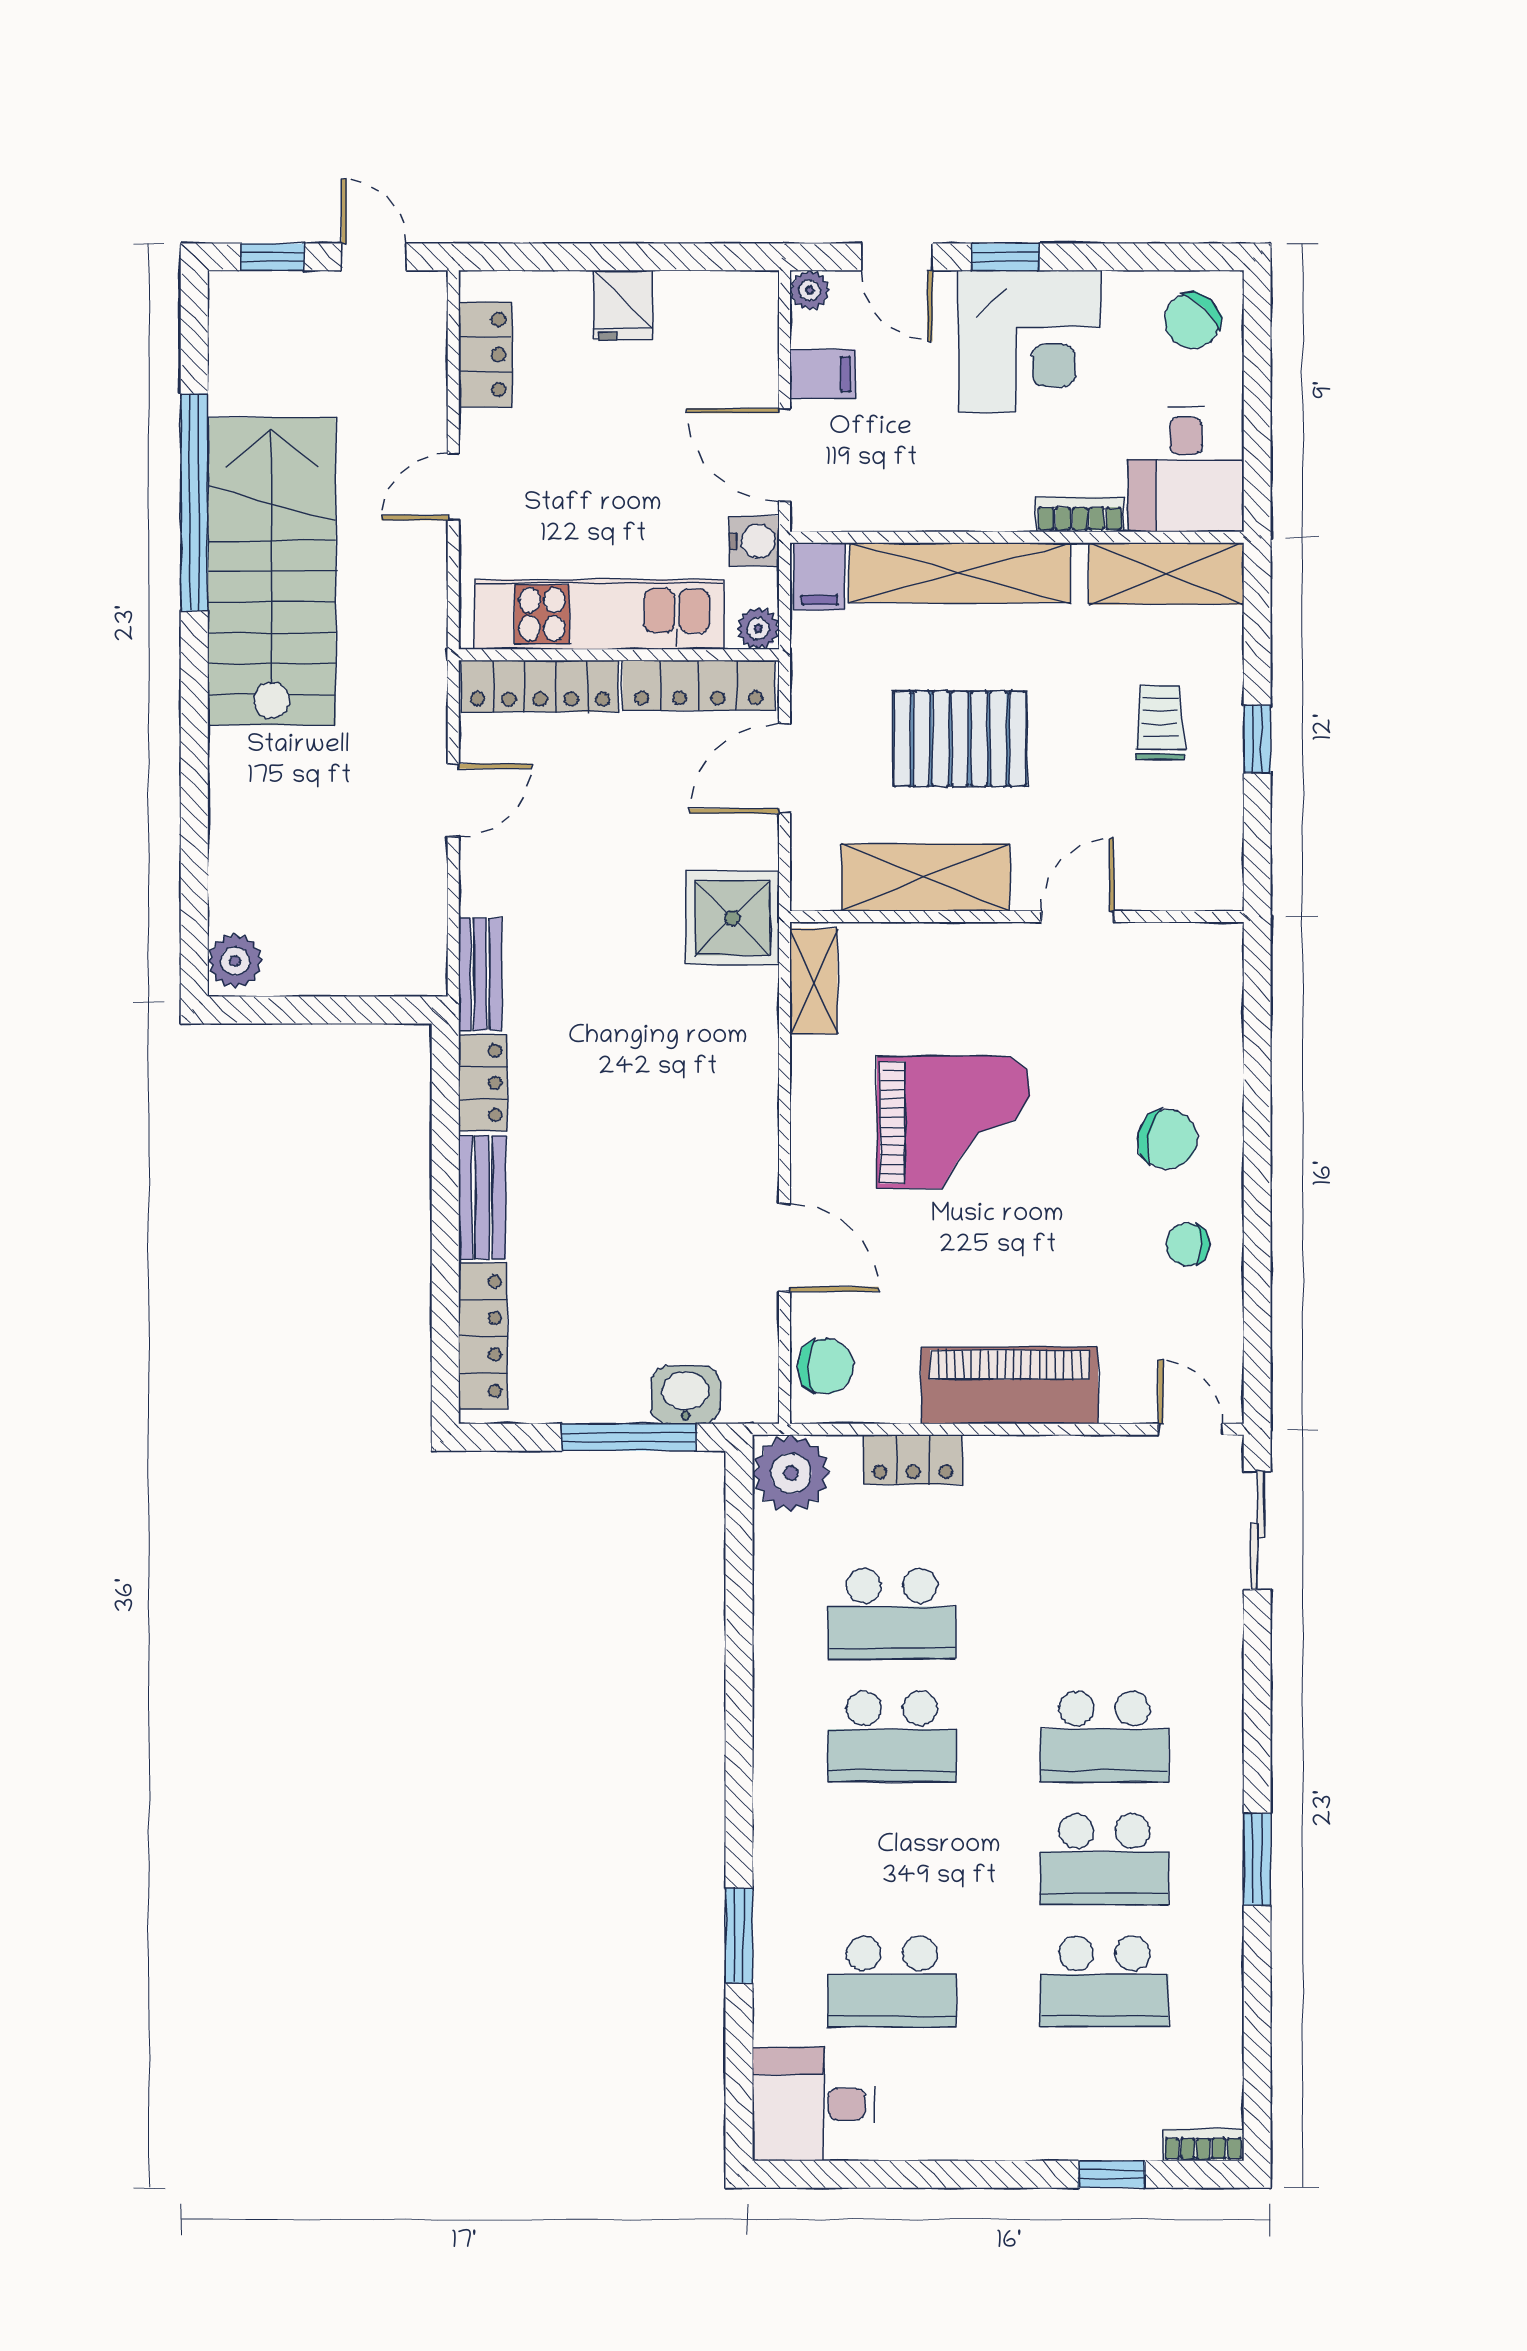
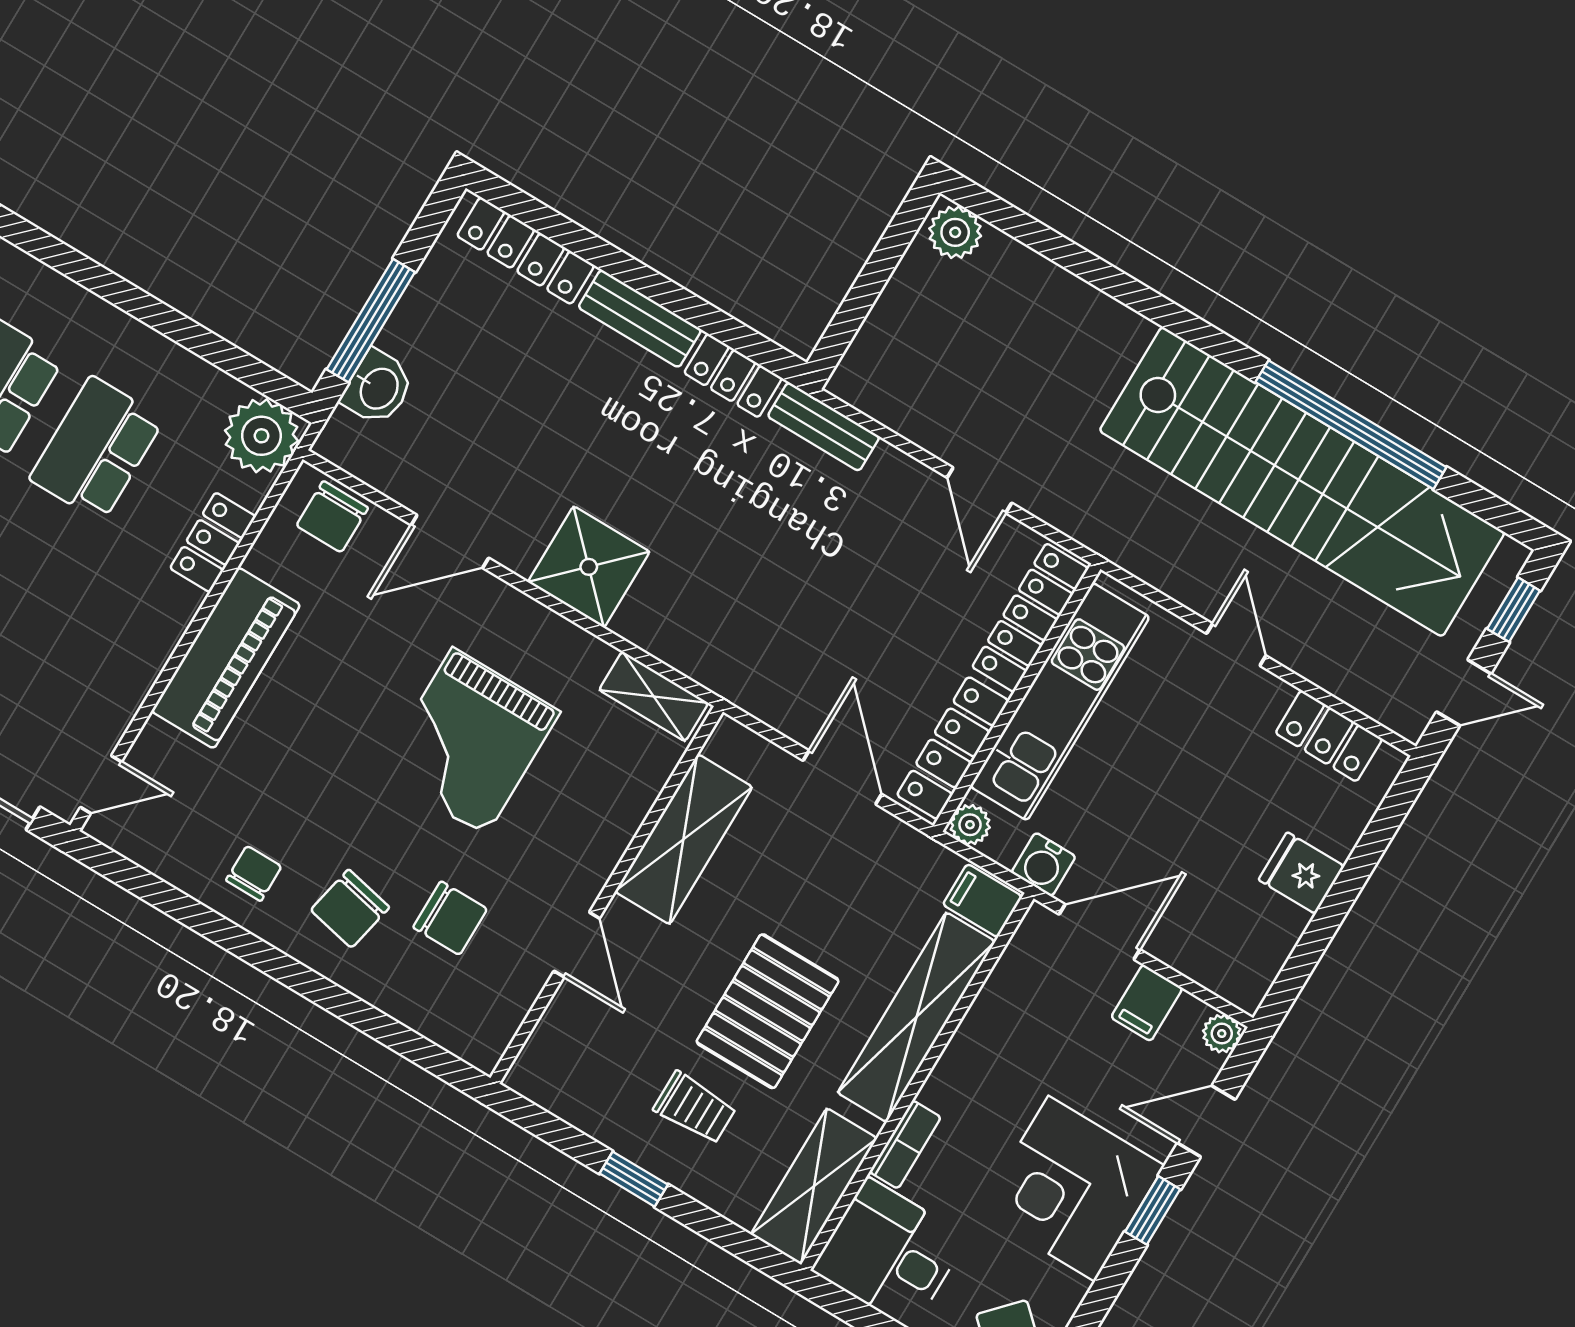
stairs: (272, 571) -> (1302, 482), width x1.36
pallet: (960, 739) -> (768, 1011), moved
shower: (732, 918) -> (589, 567), moved
chair: (1122, 1044) -> (450, 918), added

